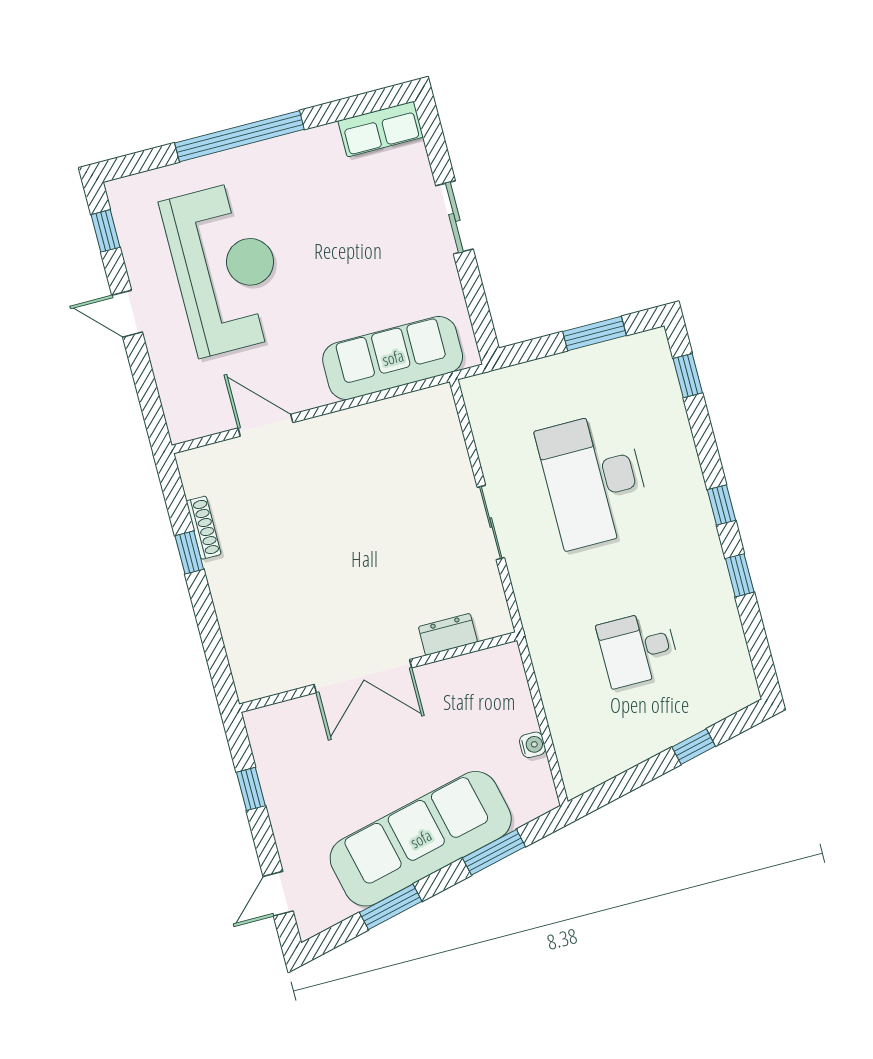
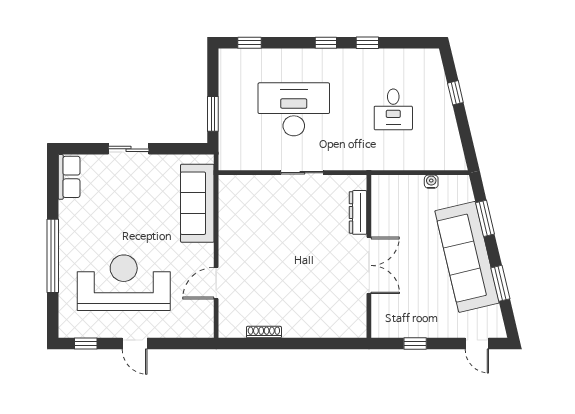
door: (127, 314) -> (135, 344), hinge flipped
window: (594, 333) -> (213, 114), moved
desk: (594, 480) -> (294, 109), turned 180
window: (189, 552) -> (276, 344), removed
dresser: (448, 634) -> (358, 212), width x1.44

